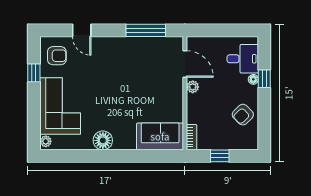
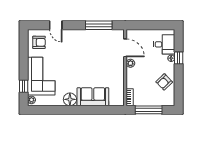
window: (34, 73) -> (24, 86), moved
sofa: (160, 136) -> (93, 97), moved
window: (220, 156) -> (149, 110), width x2.17

